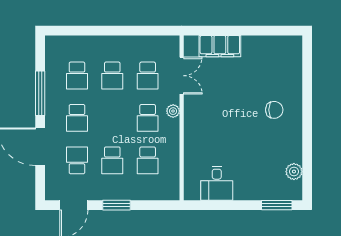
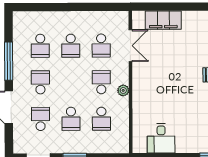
plant: (173, 111) -> (123, 90), moved
school desk: (77, 118) -> (40, 82), turned 180
school desk: (148, 118) -> (101, 82), turned 180

